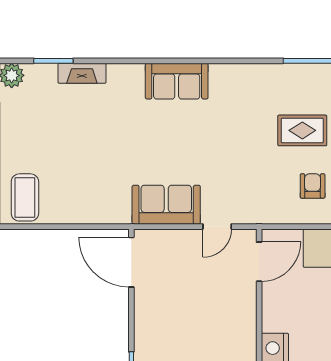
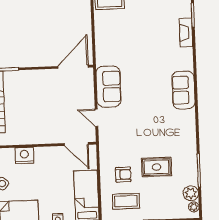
rug: (302, 130) -> (157, 167), turned 90

